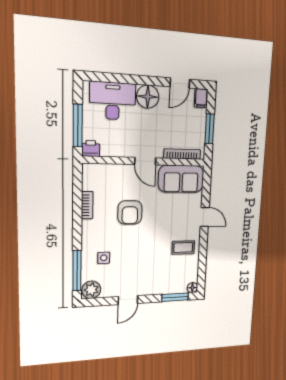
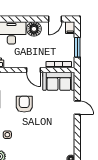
armchair: (130, 212) -> (24, 104), turned 180
coffee table: (183, 247) -> (63, 129), removed

